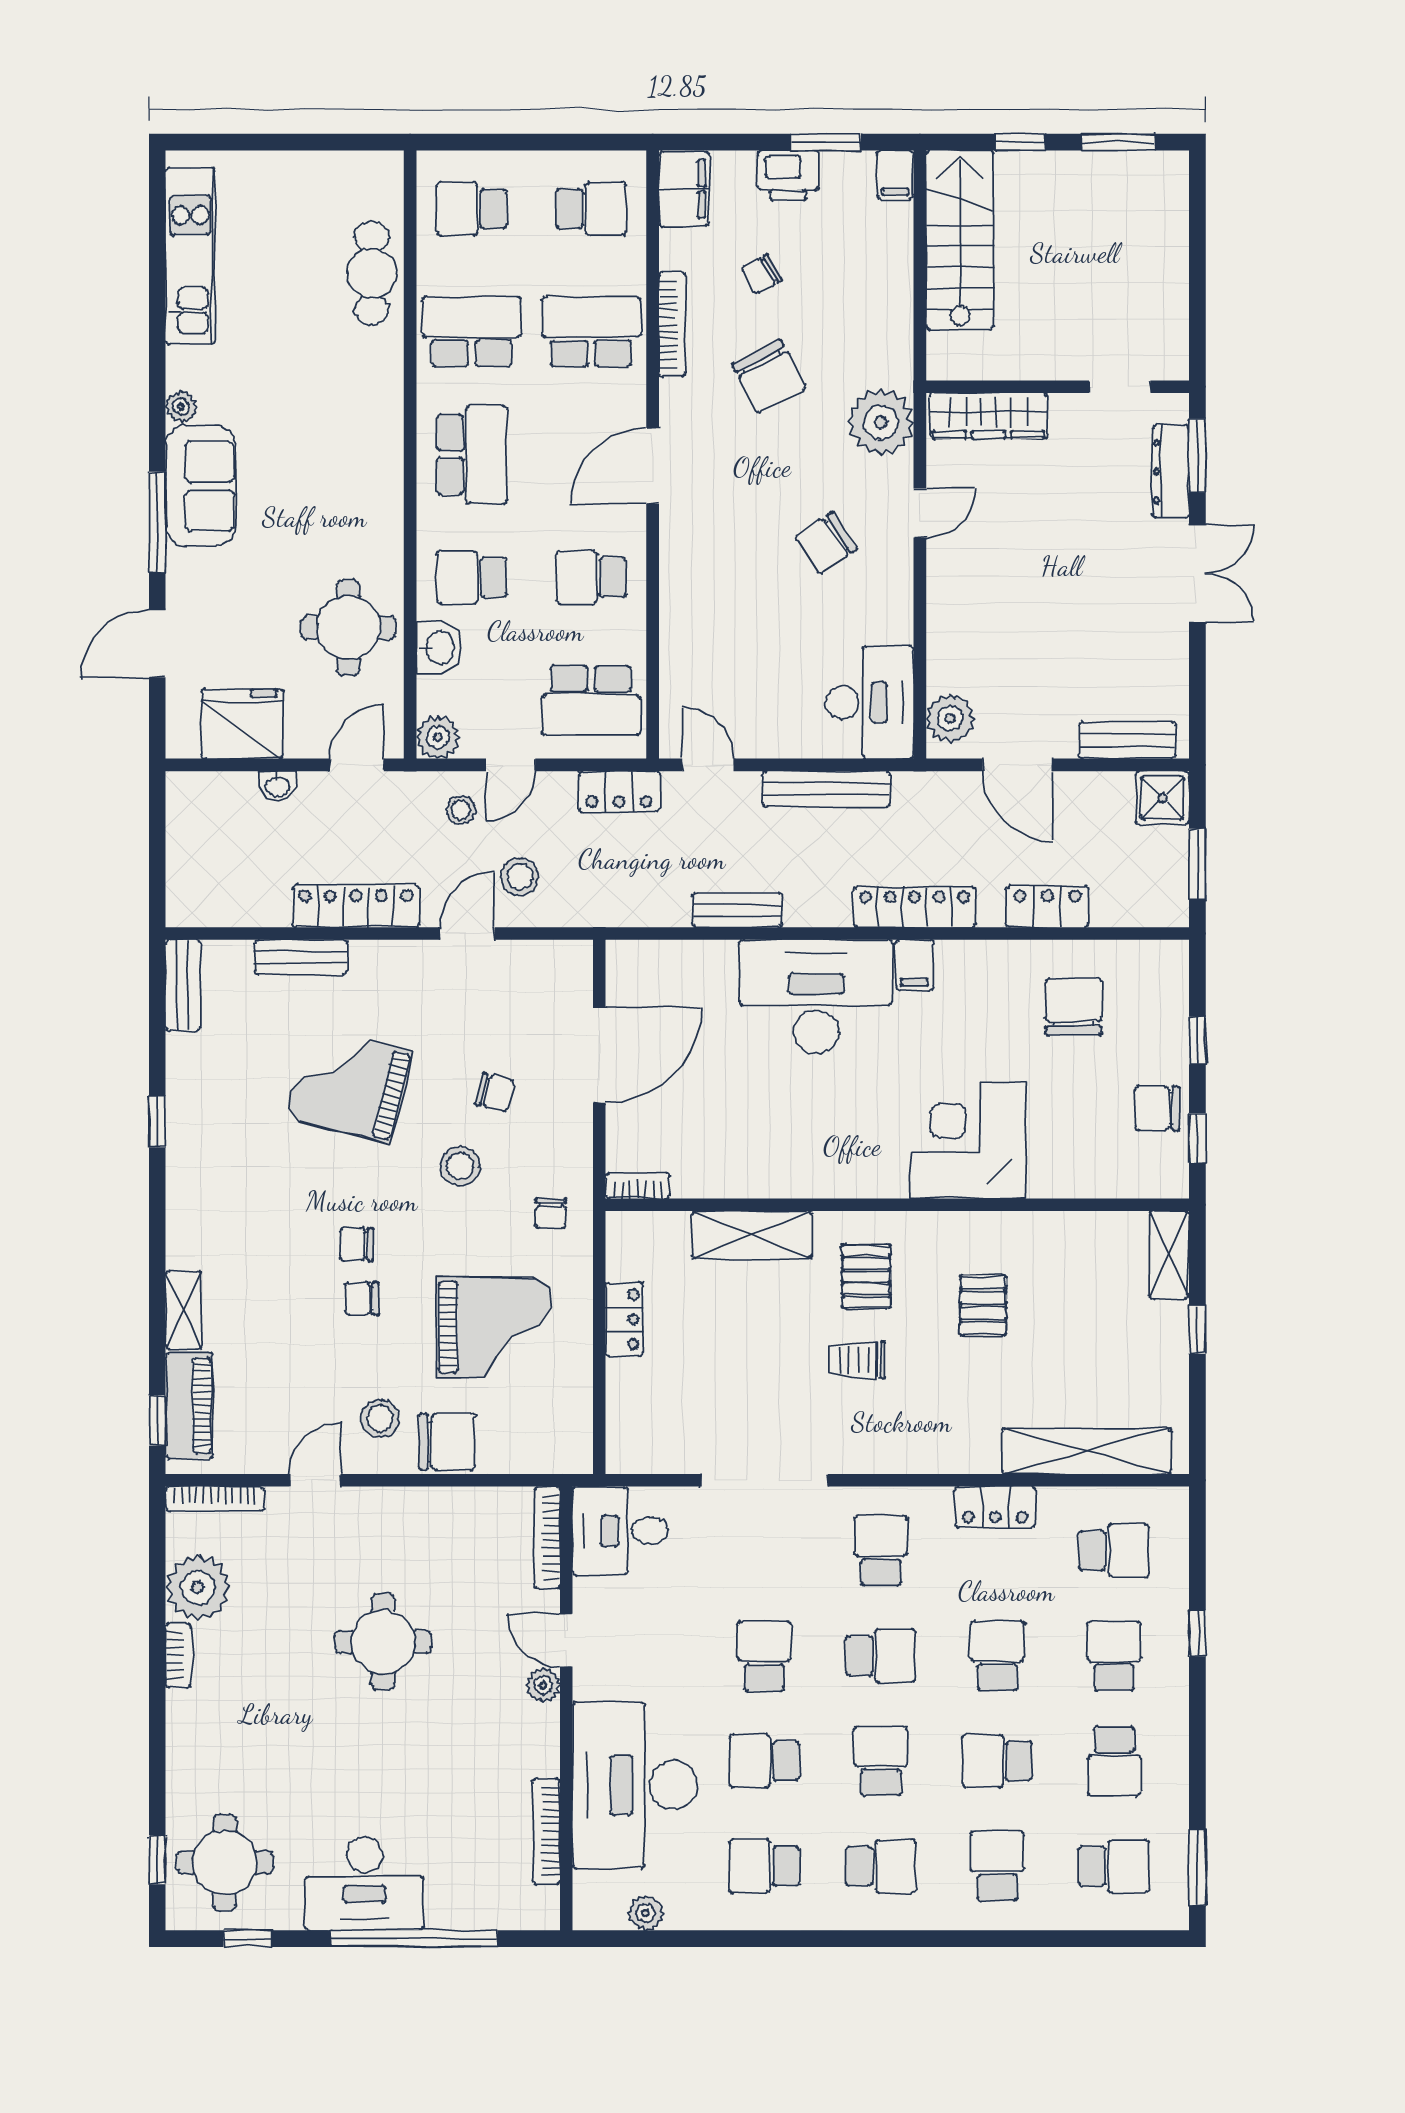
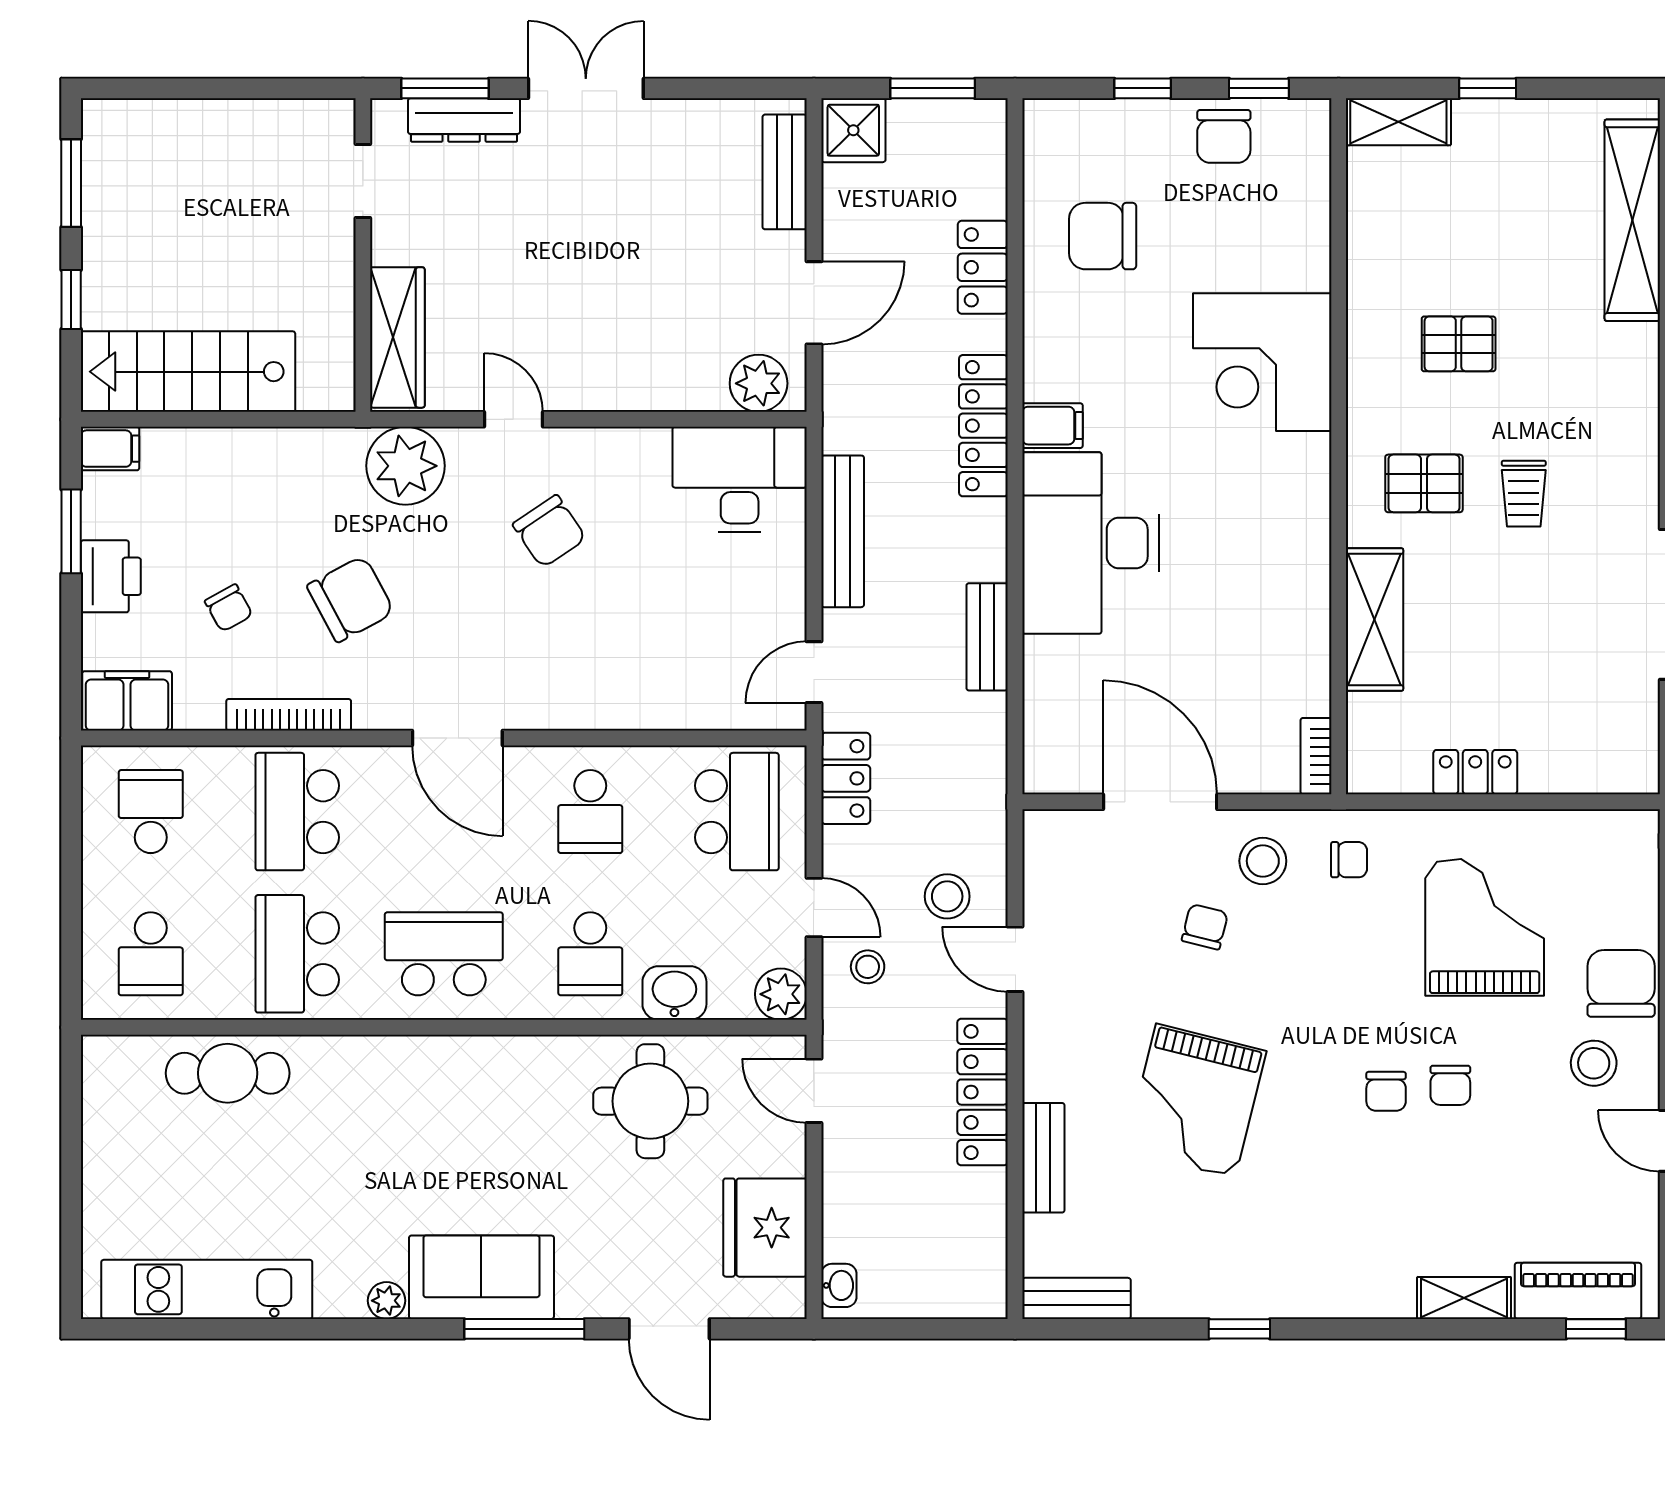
washbasin: (278, 786) -> (839, 1285), moved
stool: (460, 1166) -> (1263, 861), moved

